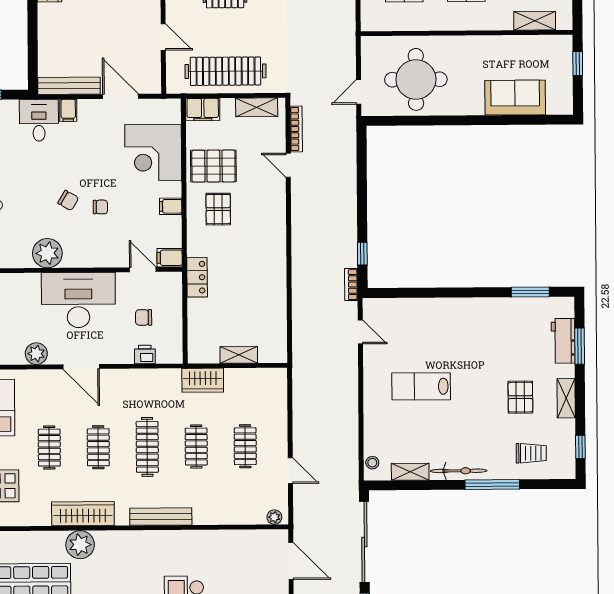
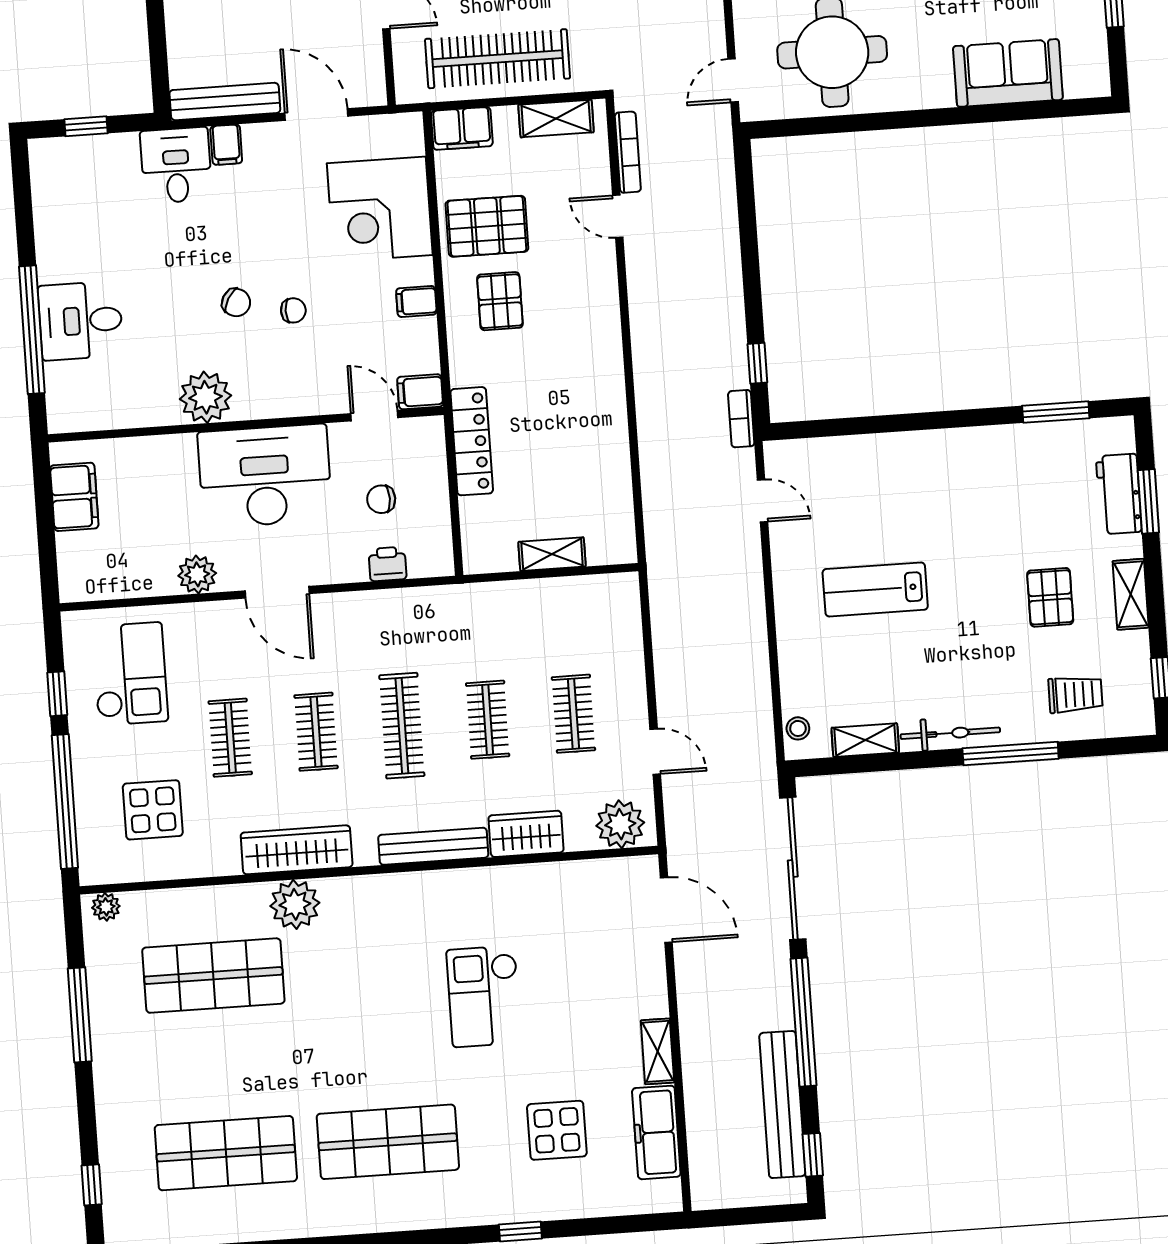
locker: (197, 277) -> (472, 441), width x1.53
wardrobe: (203, 380) -> (526, 834), moved, turned 180
plant: (274, 517) -> (620, 824), width x1.87, depth x1.87

